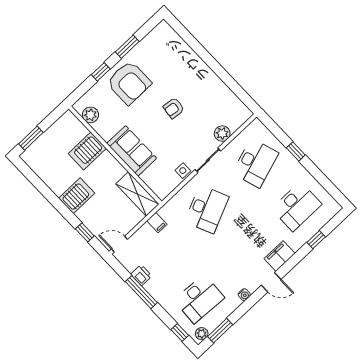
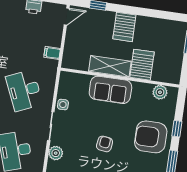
shelving: (137, 194) -> (110, 66), moved

